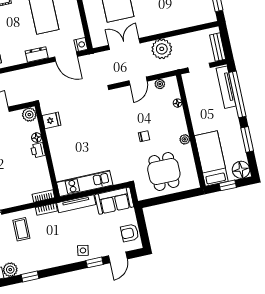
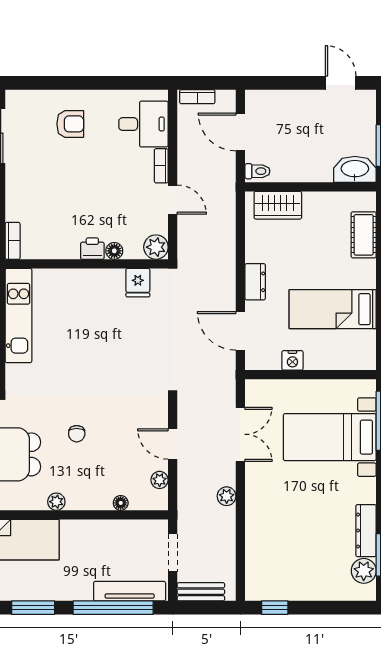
nightstand: (81, 45) -> (292, 360), moved
plant: (162, 49) -> (227, 496), width x0.53, depth x0.53
door: (66, 57) -> (240, 331), hinge flipped

